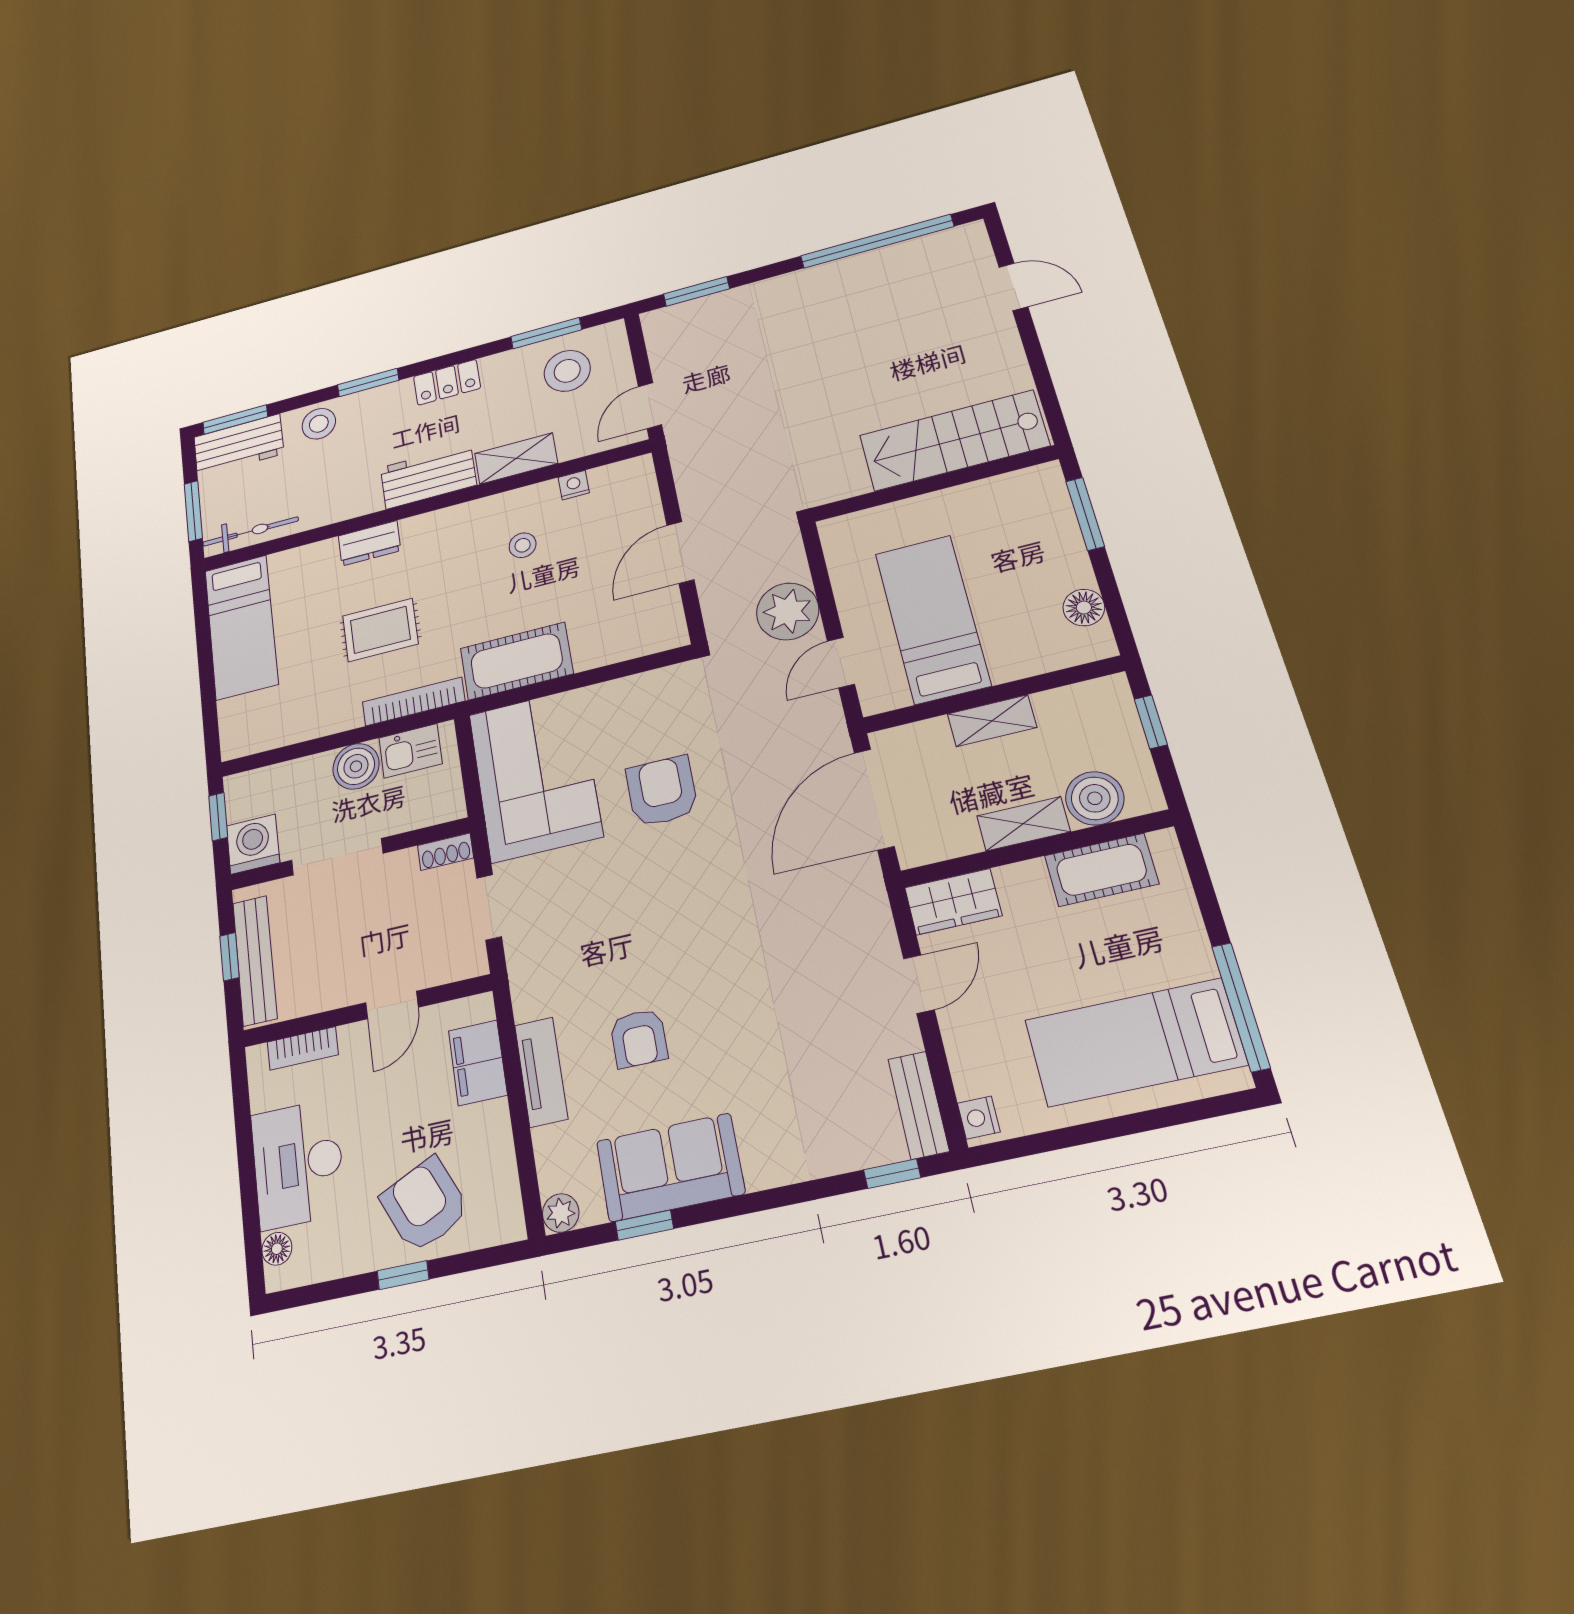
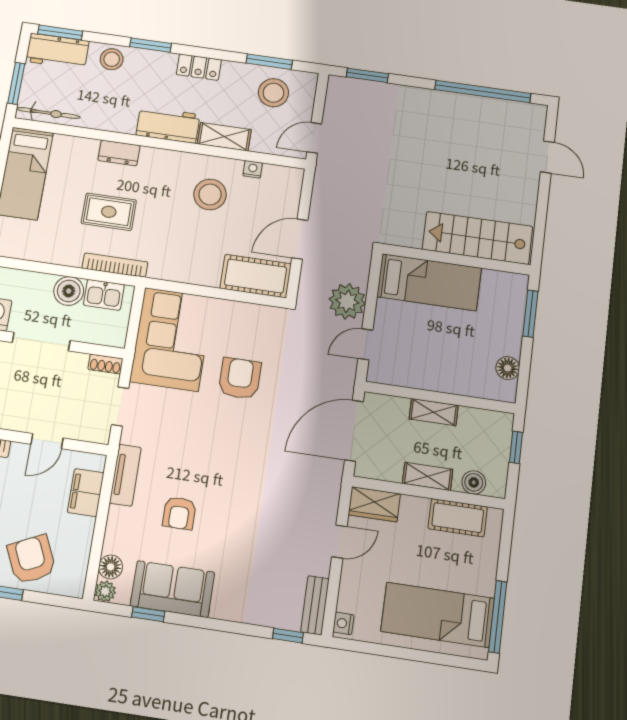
stool: (523, 545) -> (210, 194), width x1.89, depth x1.89
bed: (932, 619) -> (429, 282), moved, turned 90
cot: (517, 661) -> (256, 276), moved
boiler: (1095, 798) -> (474, 482), width x0.73, depth x0.73
tv unit: (541, 1072) -> (125, 475), moved
floor lamp: (556, 1169) -> (111, 567), added

